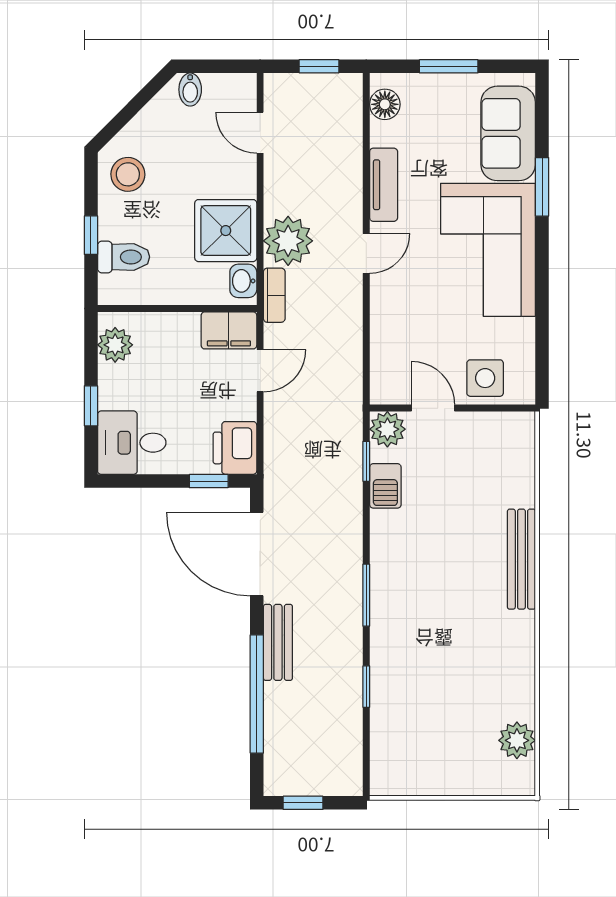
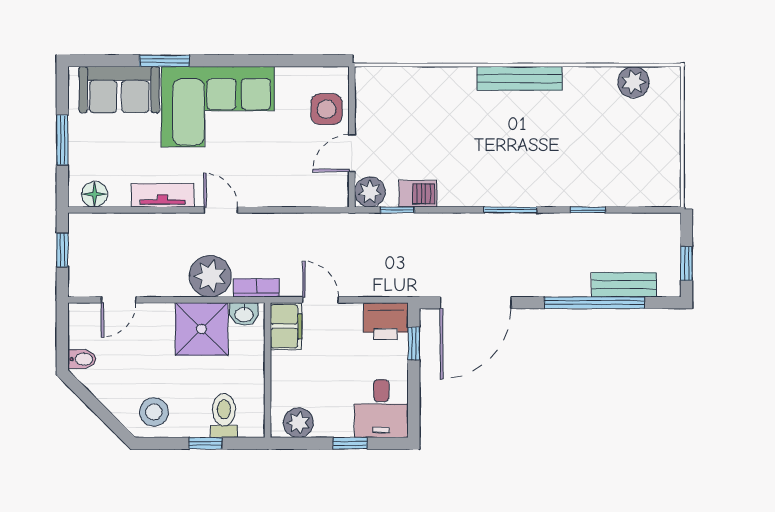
bench: (521, 559) -> (520, 78), moved
bench: (278, 642) -> (624, 285), moved

